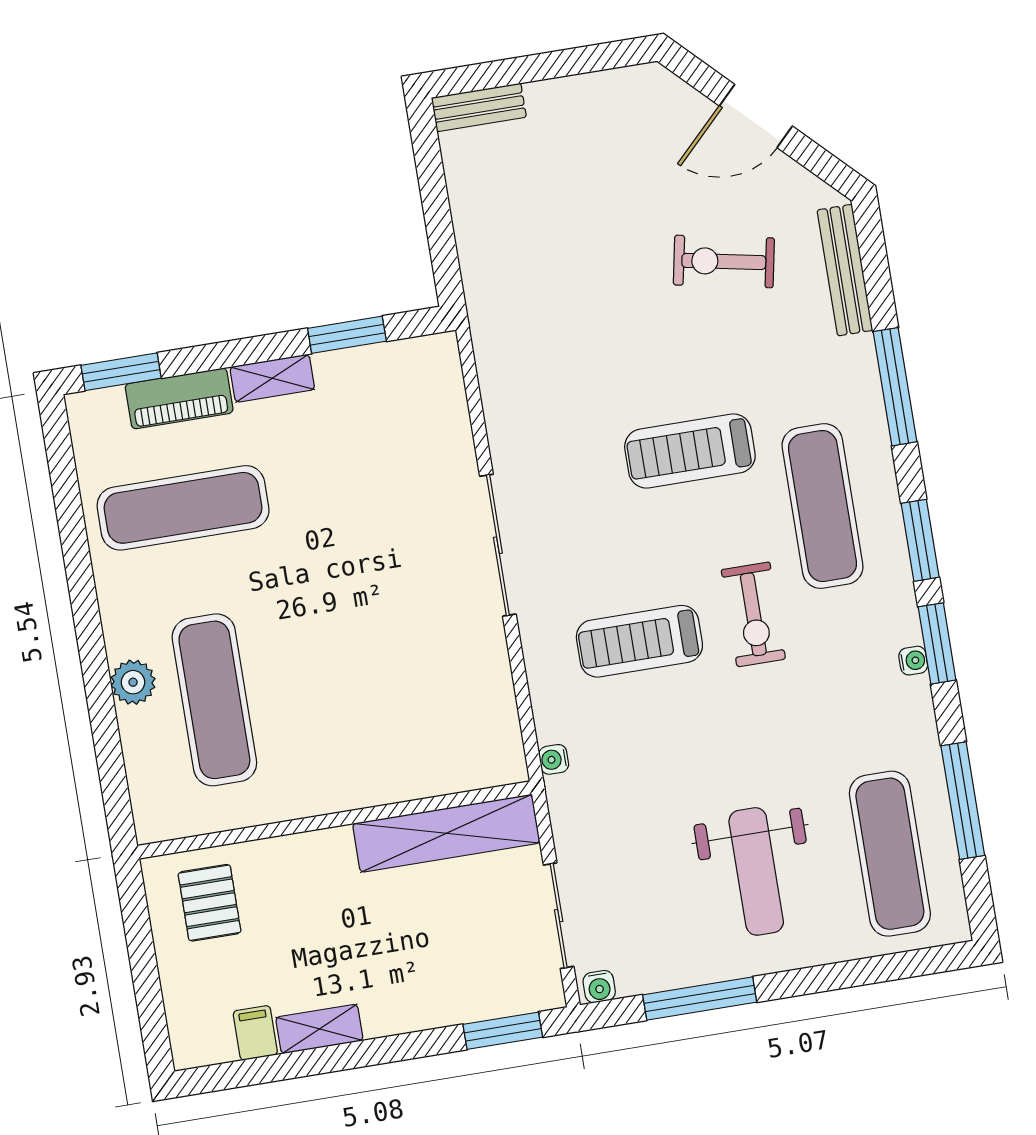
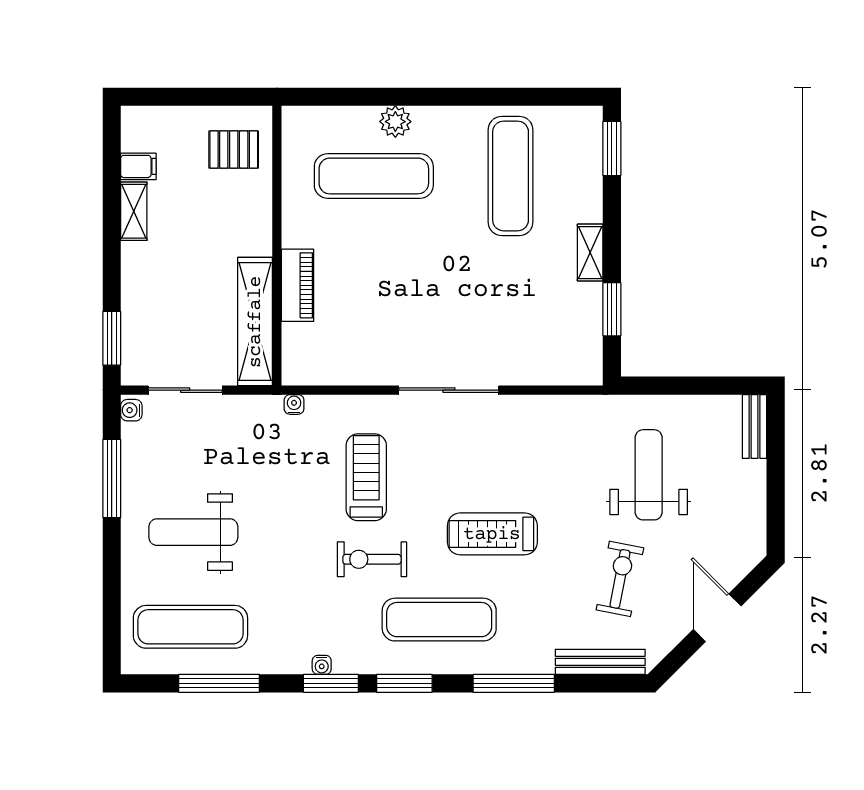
weight bench: (571, 245) -> (649, 475), added
piano: (179, 398) -> (298, 285), moved, turned 180
treadmill: (690, 451) -> (492, 534), turned -90

